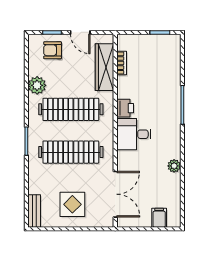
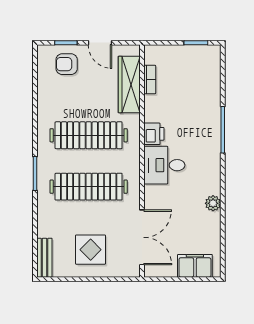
plant: (37, 85) -> (48, 106), removed
filing cabinet: (159, 218) -> (195, 266), width x2.00

